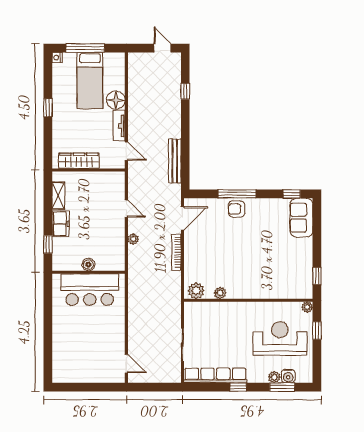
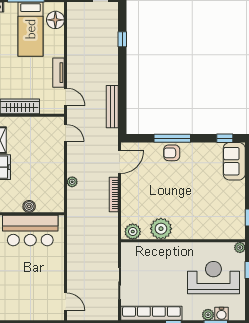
floor lamp: (116, 100) -> (55, 20), moved
door: (126, 209) -> (66, 133), moved
plant: (220, 293) -> (161, 229), width x1.87, depth x1.87

